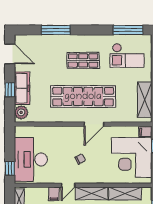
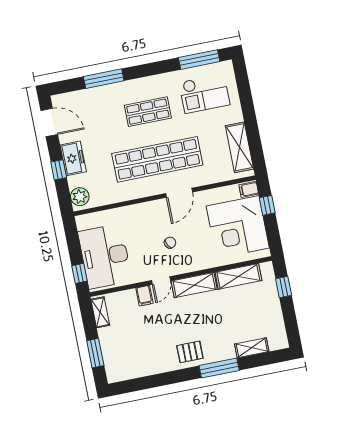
freezer: (22, 88) -> (73, 158), width x0.71

